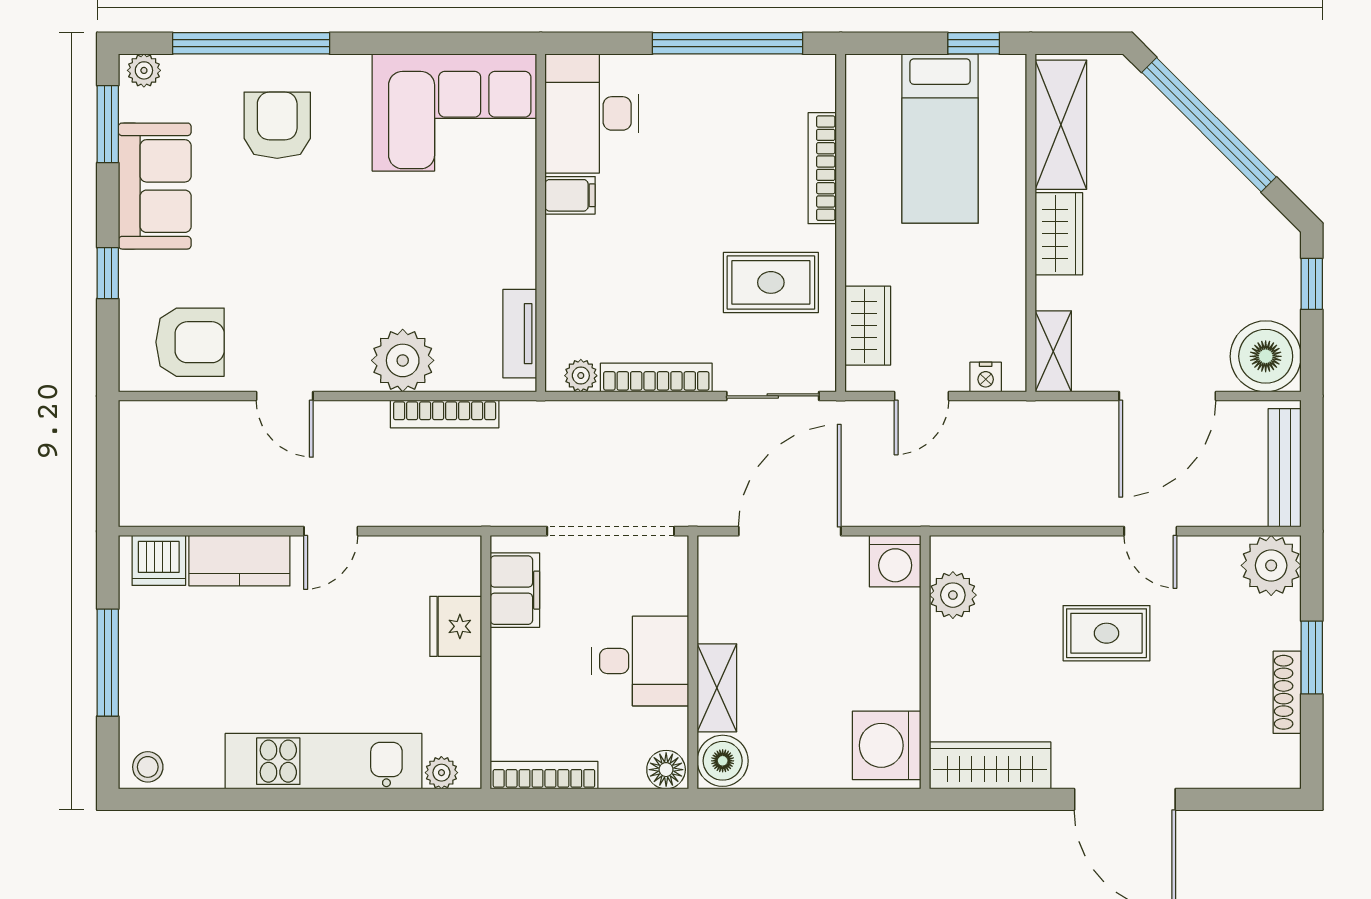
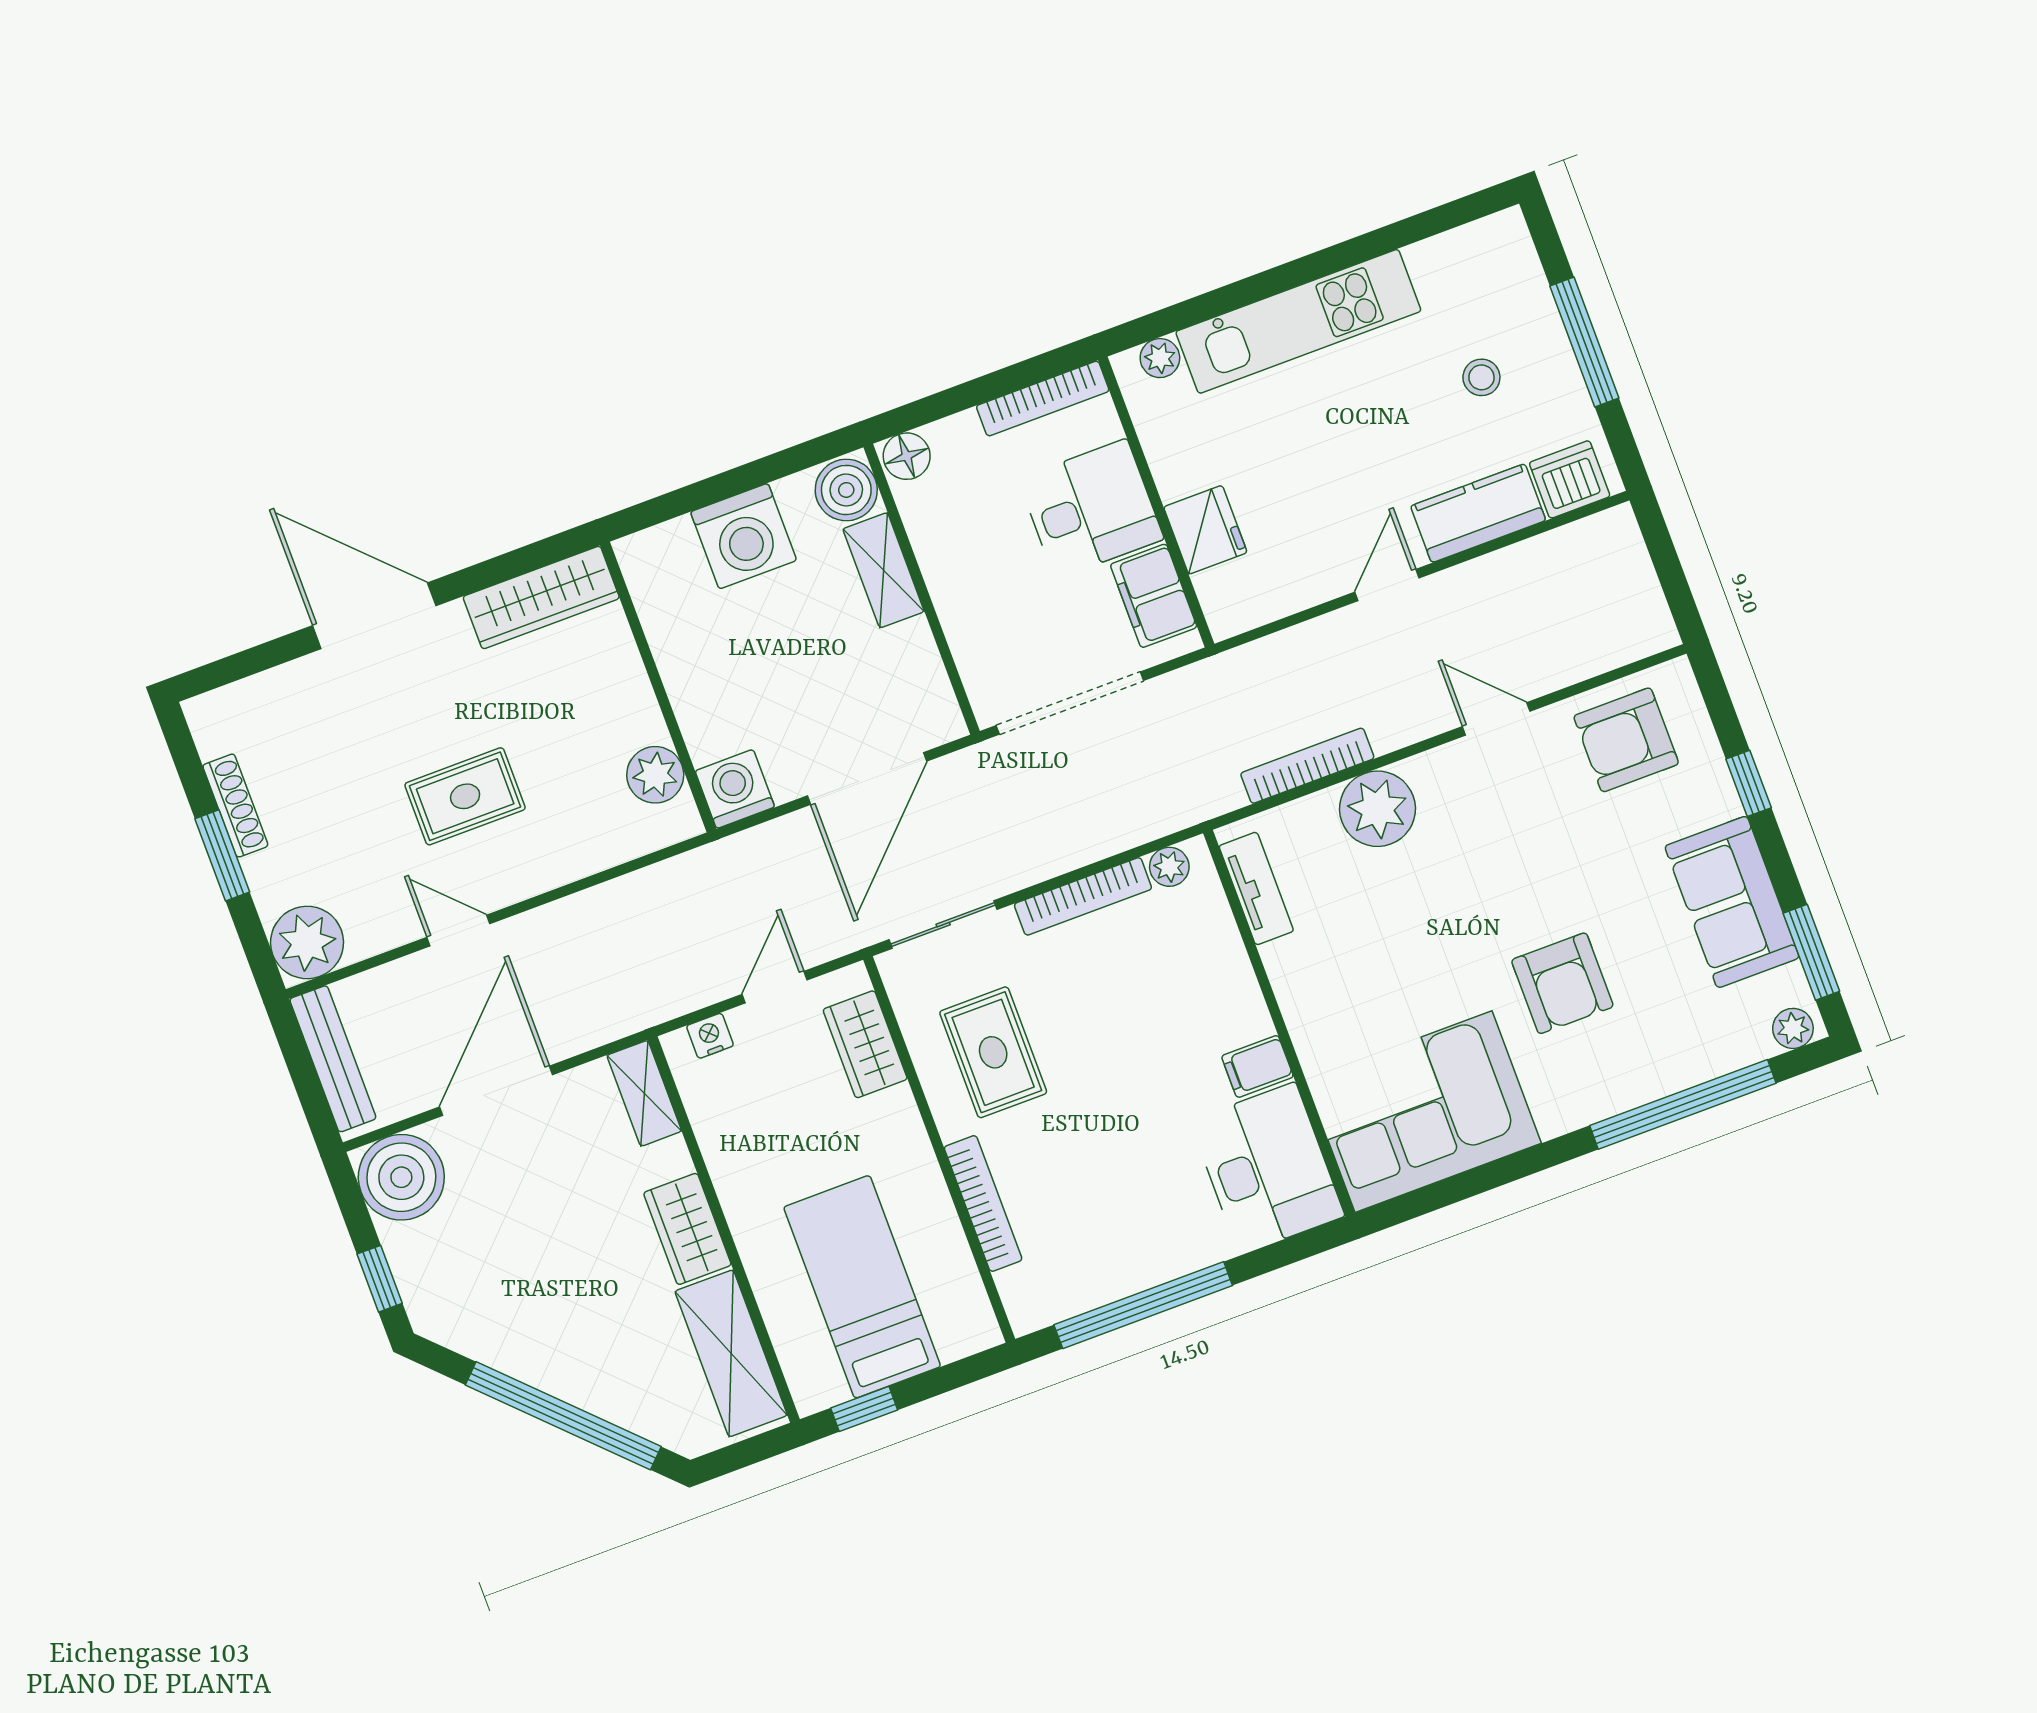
armchair: (277, 125) -> (1562, 983), moved
rug: (771, 282) -> (993, 1052), turned 90
desk: (640, 661) -> (1091, 509), moved, turned 180
washing machine: (887, 745) -> (744, 536), moved, turned 90
stool: (148, 767) -> (1481, 377), moved

